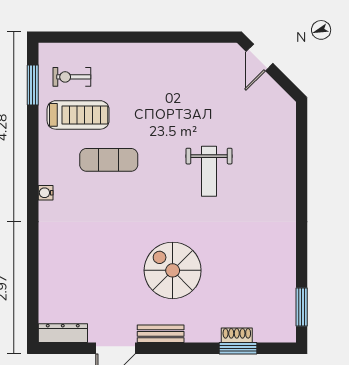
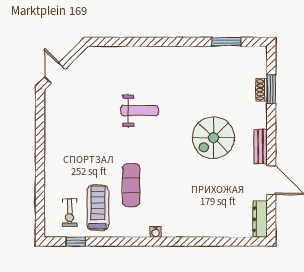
door: (260, 57) -> (55, 73), swing flipped
window: (33, 85) -> (76, 242), width x0.67
window: (302, 307) -> (226, 42), moved

